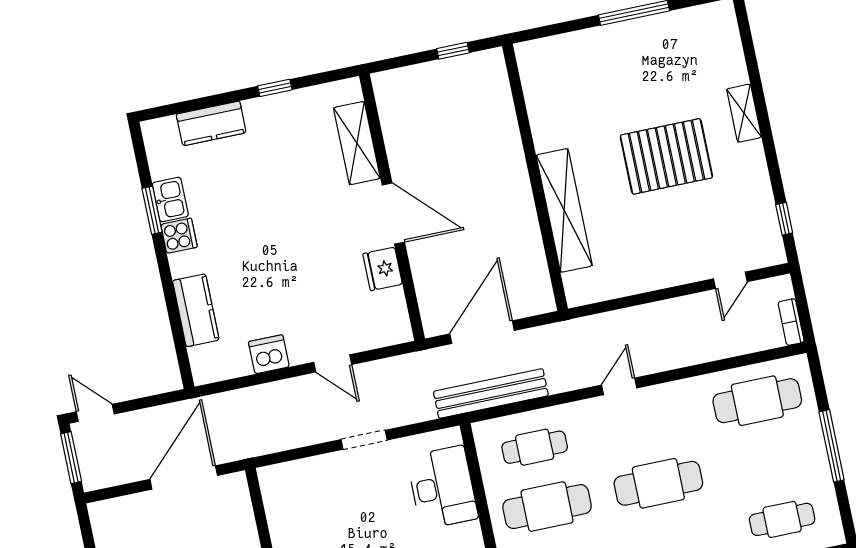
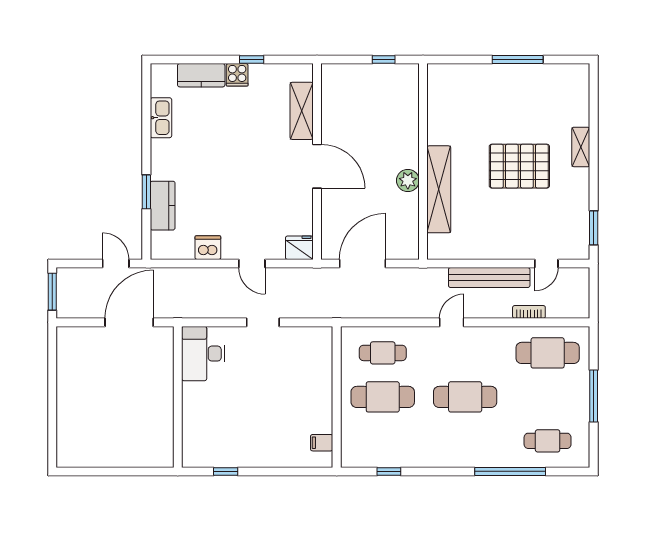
kitchen sink: (170, 200) -> (161, 118), width x1.38
plant: (520, 207) -> (408, 180), added
window: (152, 210) -> (146, 192), moved
window: (784, 219) -> (594, 228), width x1.50
cooker: (179, 236) -> (237, 75), moved, turned 90
fridge: (383, 269) -> (299, 248), moved, turned 90
bookcase: (791, 322) -> (529, 312), moved, turned 90
bench: (491, 393) -> (489, 278), moved
door: (95, 413) -> (116, 264), moved
desk: (442, 487) -> (203, 354), moved, turned 180

